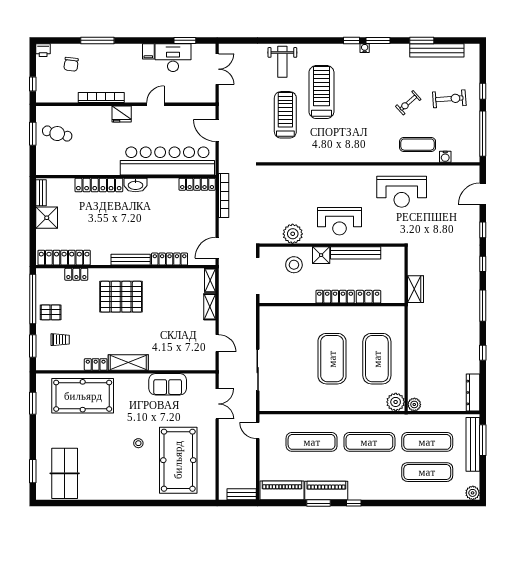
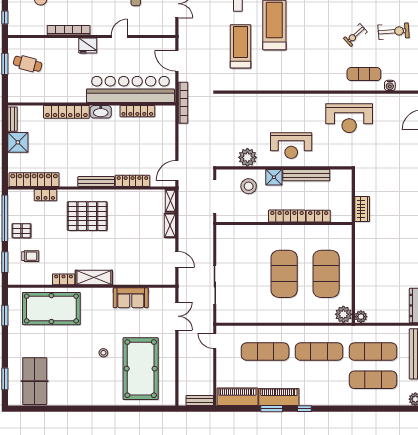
locker: (197, 184) -> (137, 111), moved
bookcase: (224, 196) -> (183, 103), moved

